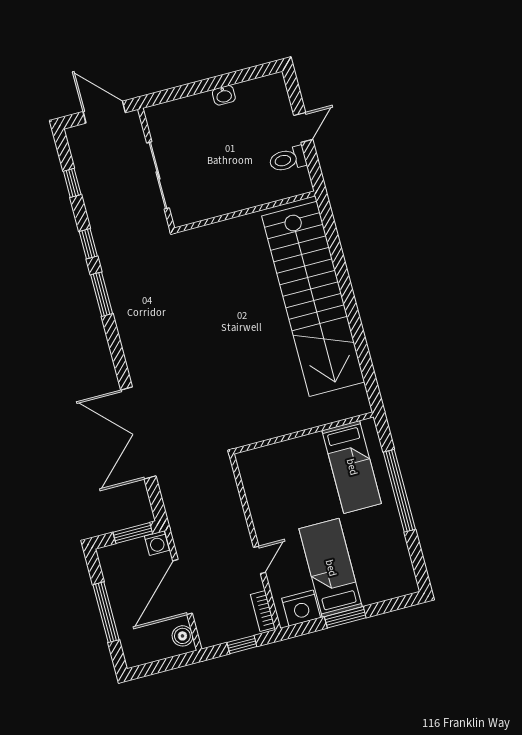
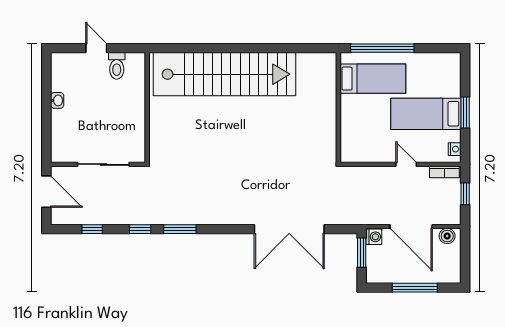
door: (104, 112) -> (46, 192), swing flipped
wall: (303, 433) -> (338, 108), moved
bed: (352, 467) -> (373, 79), moved
nightstand: (301, 608) -> (455, 149), width x0.53, depth x0.56

